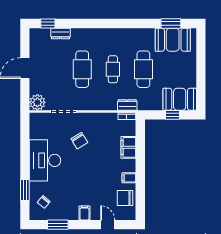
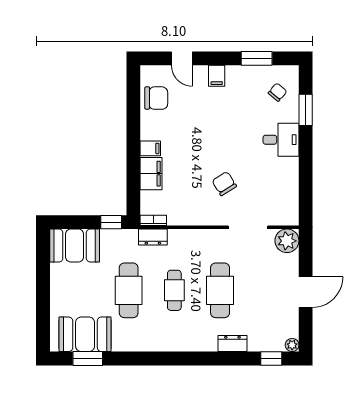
plant: (34, 33) -> (292, 345), added
dresser: (60, 33) -> (232, 344), moved
window: (172, 115) -> (111, 222), moved
desk: (45, 160) -> (281, 140), width x0.53, depth x0.77
filing cabinet: (129, 178) -> (150, 148), moved

